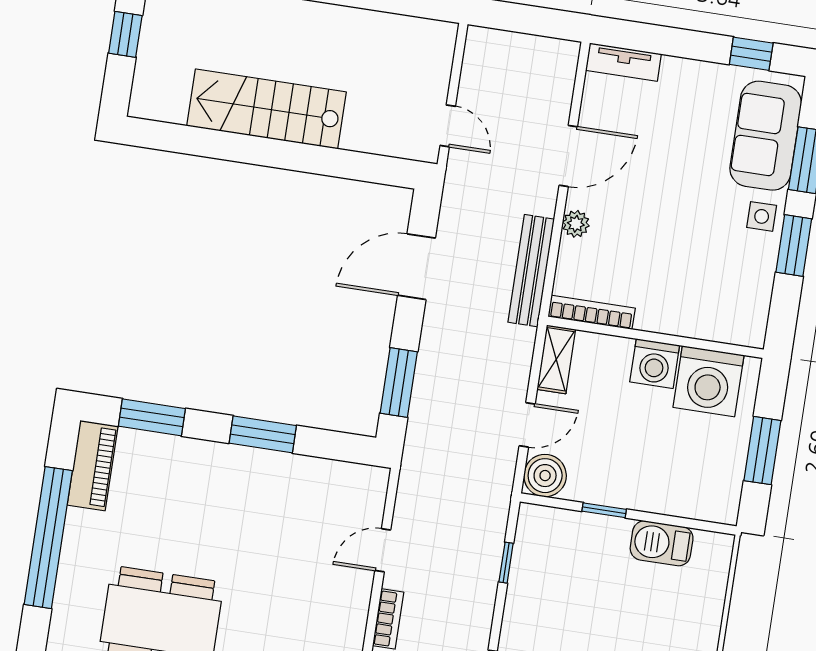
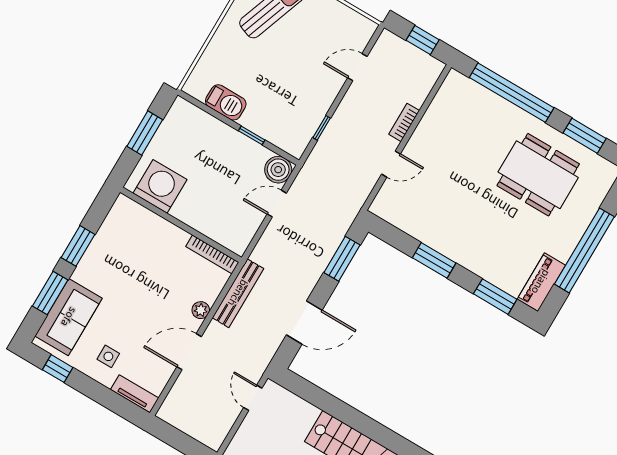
side table: (762, 216) -> (108, 356), moved
shelving: (556, 359) -> (244, 235), removed
washing machine: (655, 364) -> (187, 210), removed

